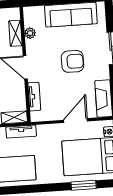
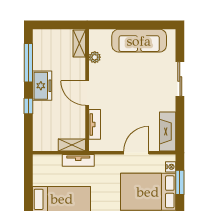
shelving: (15, 33) -> (79, 44), moved
armchair: (73, 61) -> (137, 90), removed

